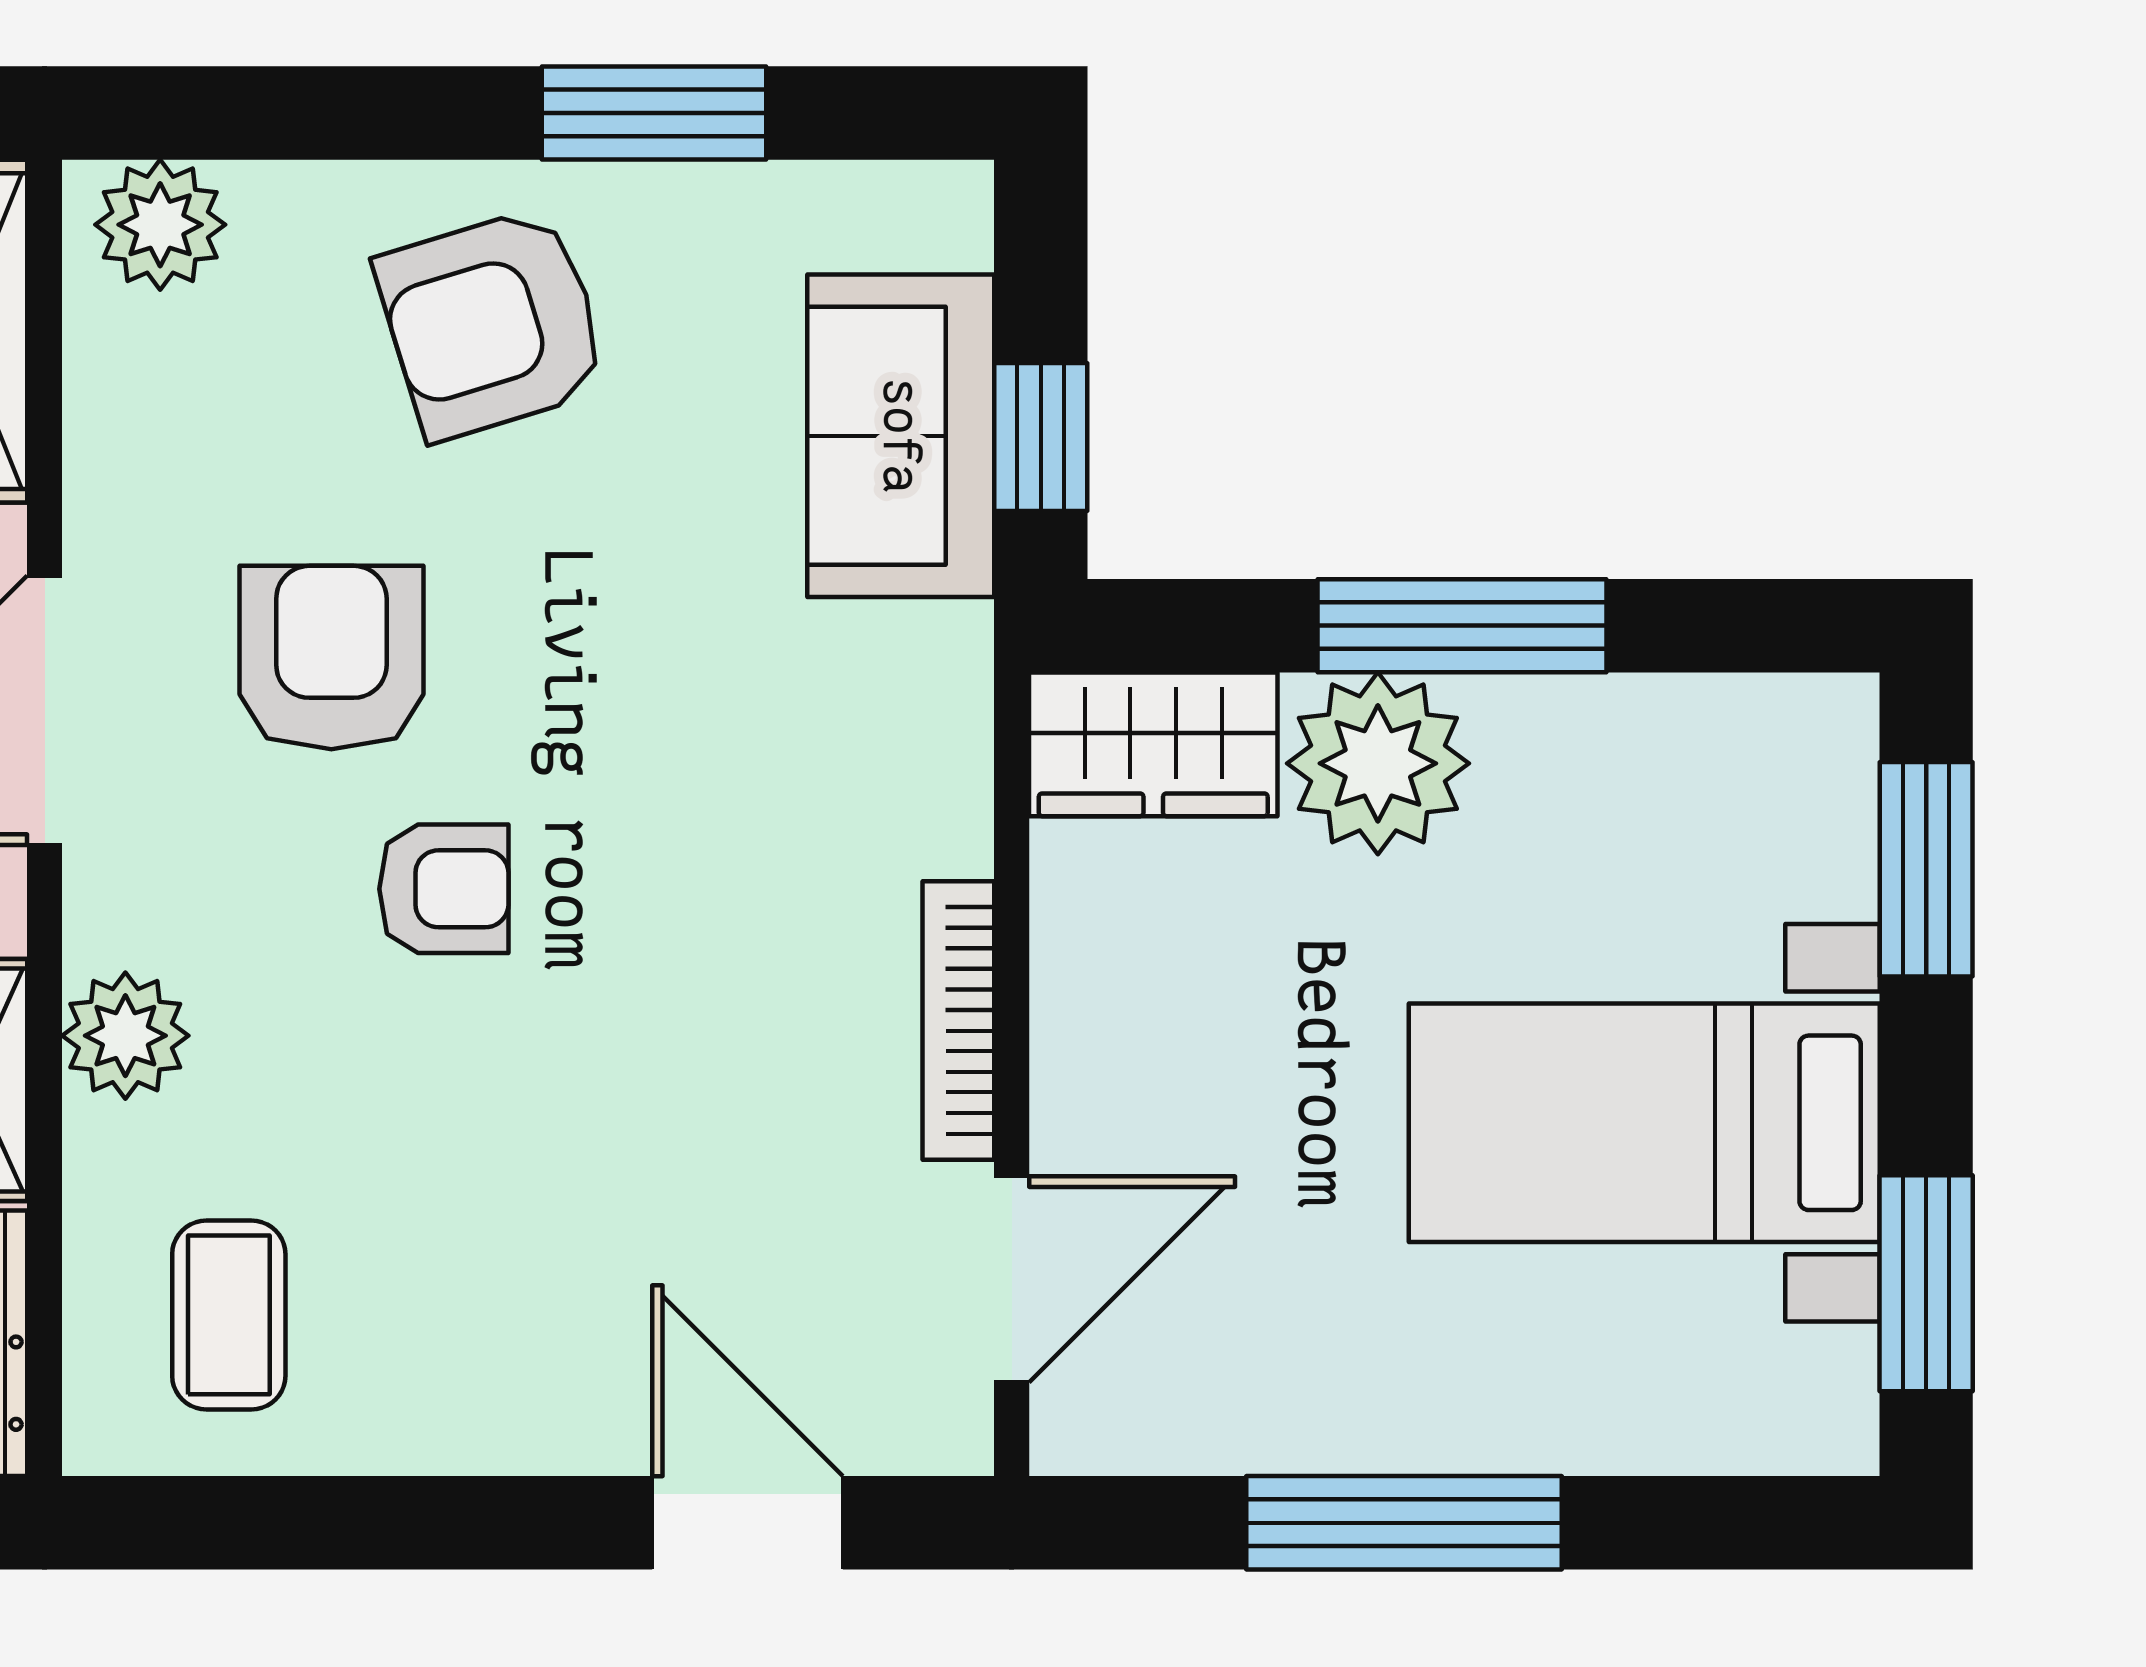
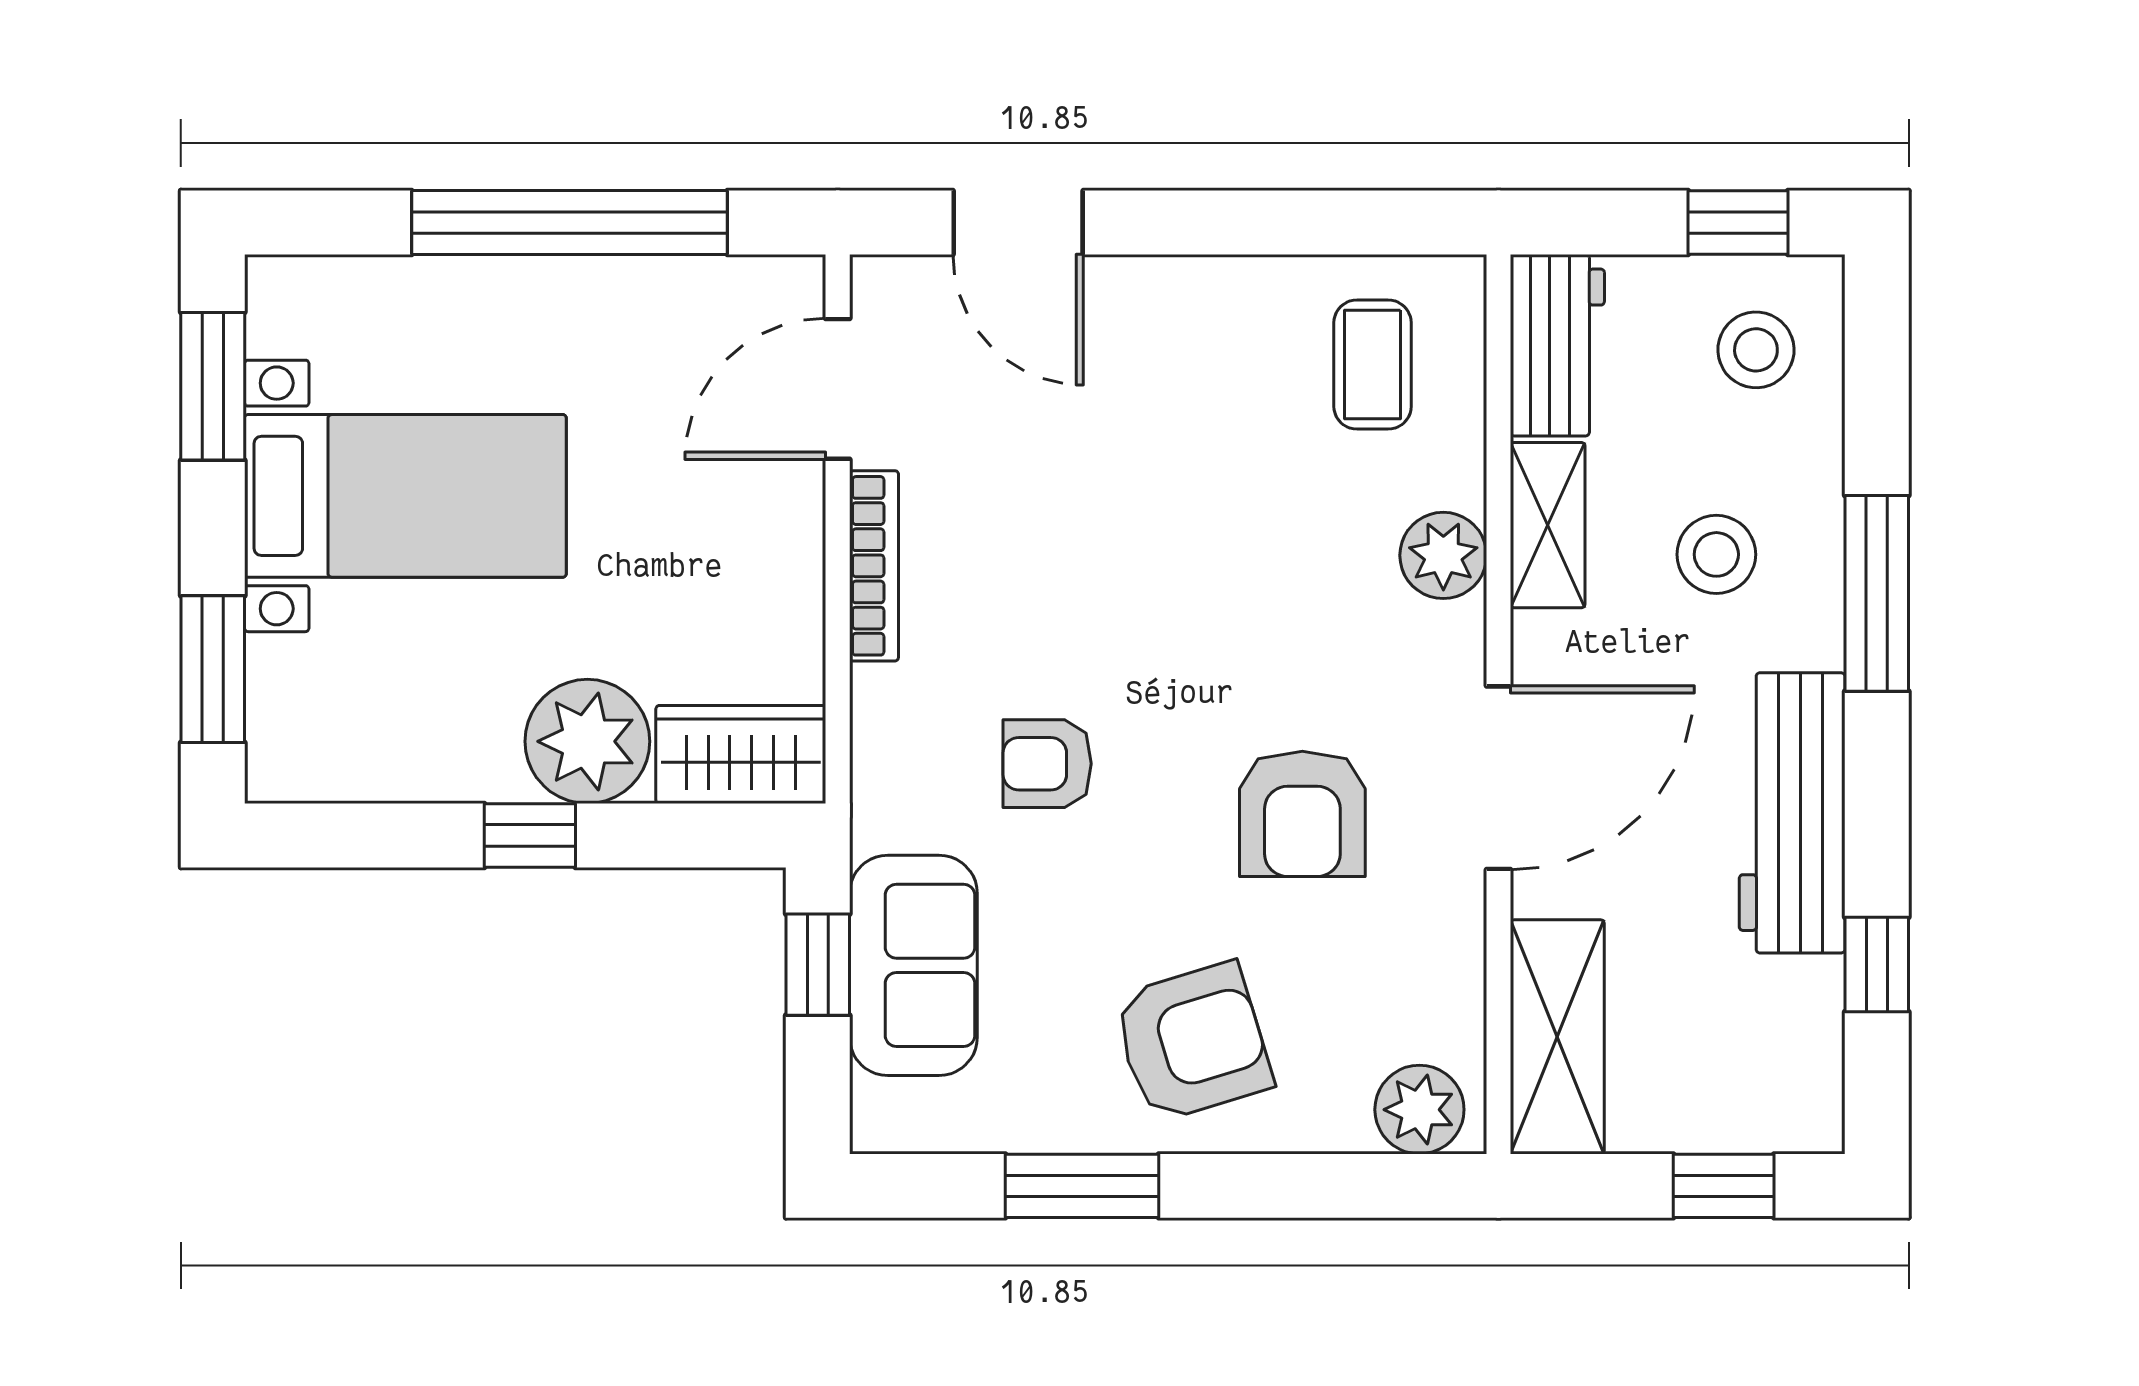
window: (1462, 626) -> (530, 836), width x0.46
armchair: (444, 889) -> (1047, 764), moved
window: (1404, 1523) -> (570, 223), width x1.46

